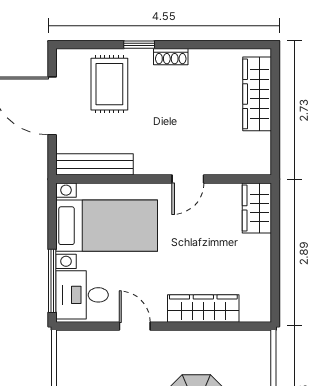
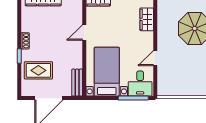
bench: (94, 164) -> (77, 83), width x0.73
door: (188, 179) -> (84, 33), swing flipped
wardrobe: (203, 309) -> (147, 19), width x0.67

